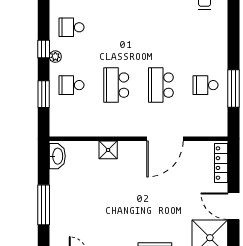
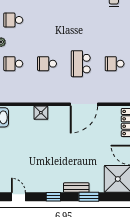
school desk: (116, 85) -> (47, 64), width x0.54

